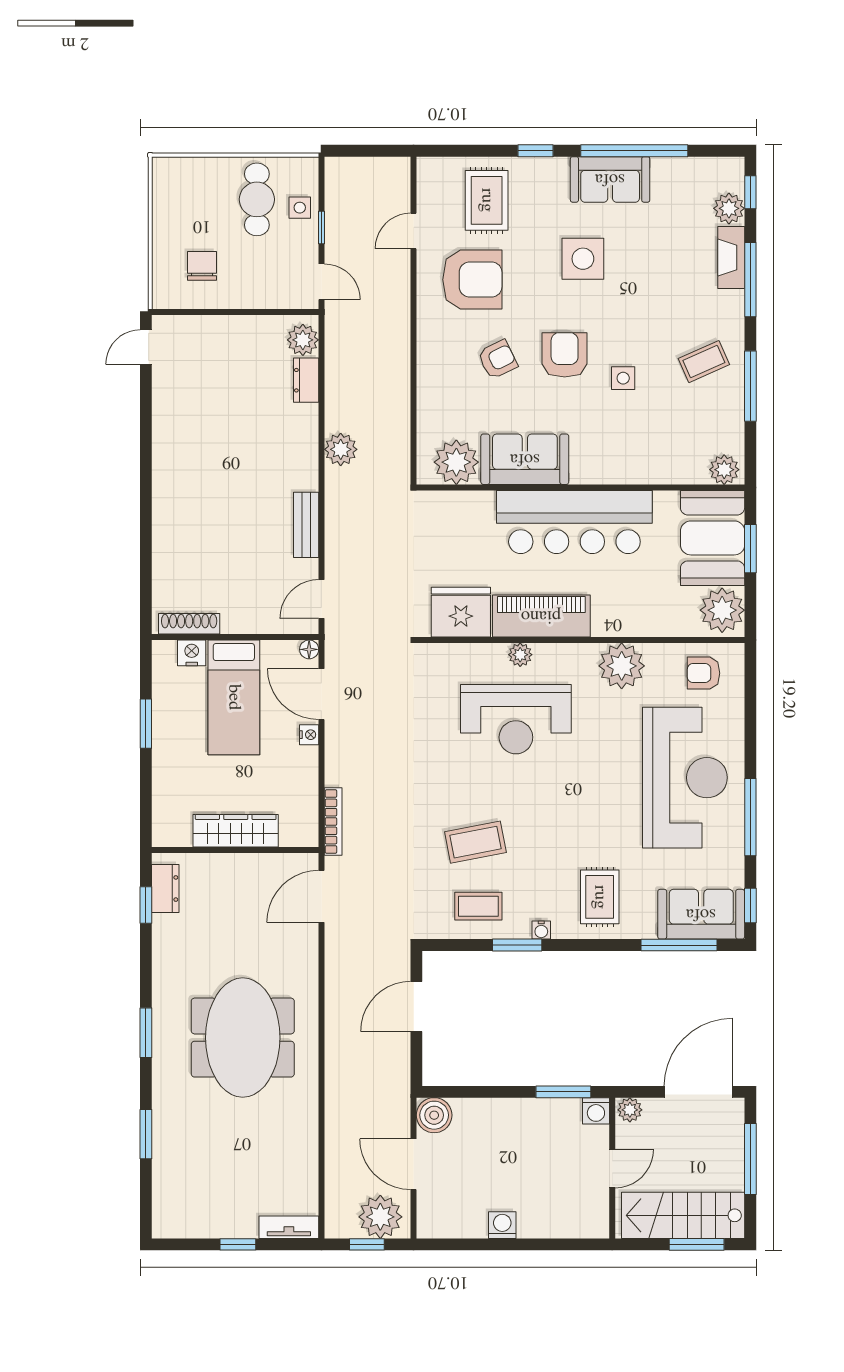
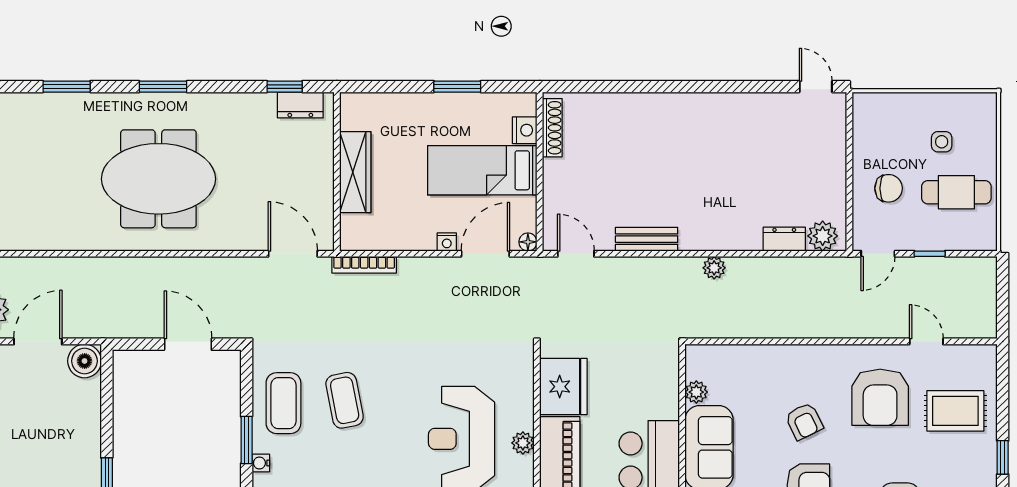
side table: (300, 208) -> (942, 142), moved
chair: (202, 266) -> (889, 188), moved
plant: (341, 449) -> (714, 268), width x0.73, depth x0.73
plant: (456, 462) -> (696, 392), width x0.53, depth x0.53
coffee table: (478, 906) -> (283, 403), width x1.36, depth x1.30

